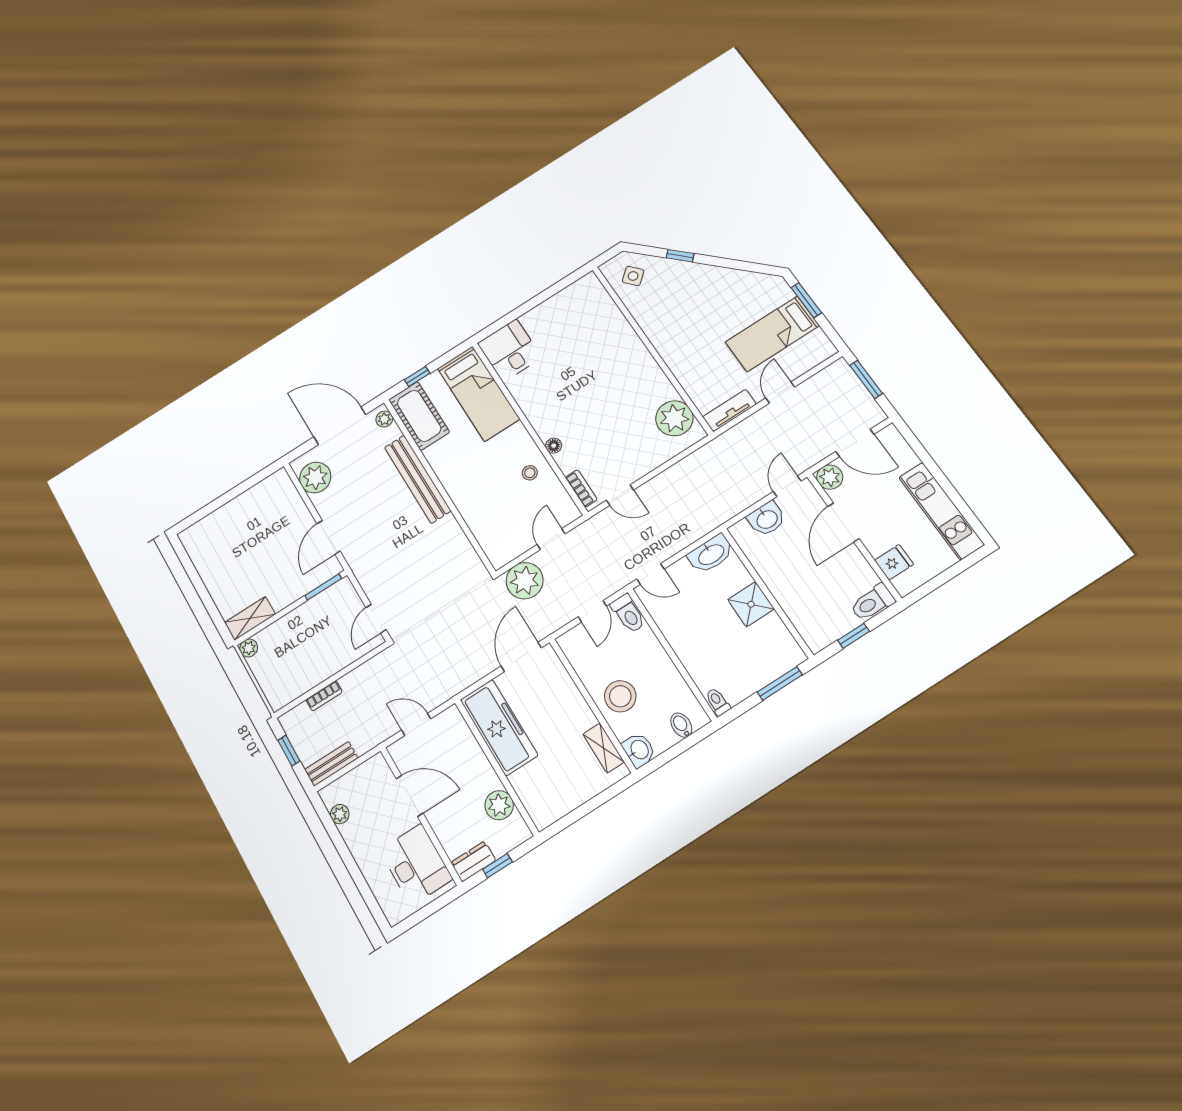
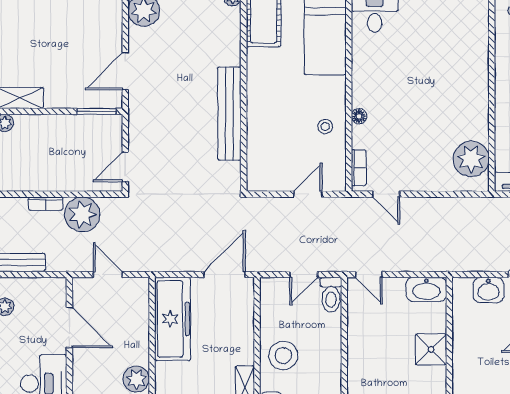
bench: (418, 479) -> (229, 114), moved
plant: (525, 581) -> (82, 214), moved

